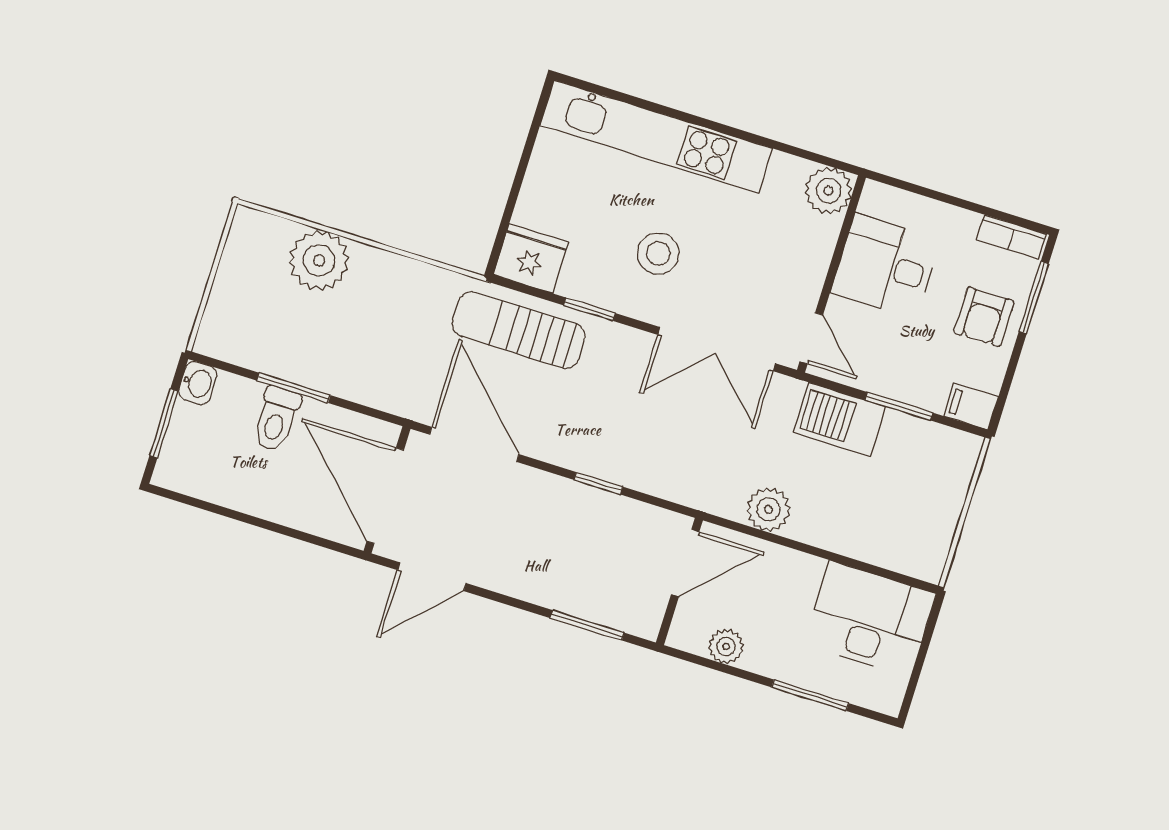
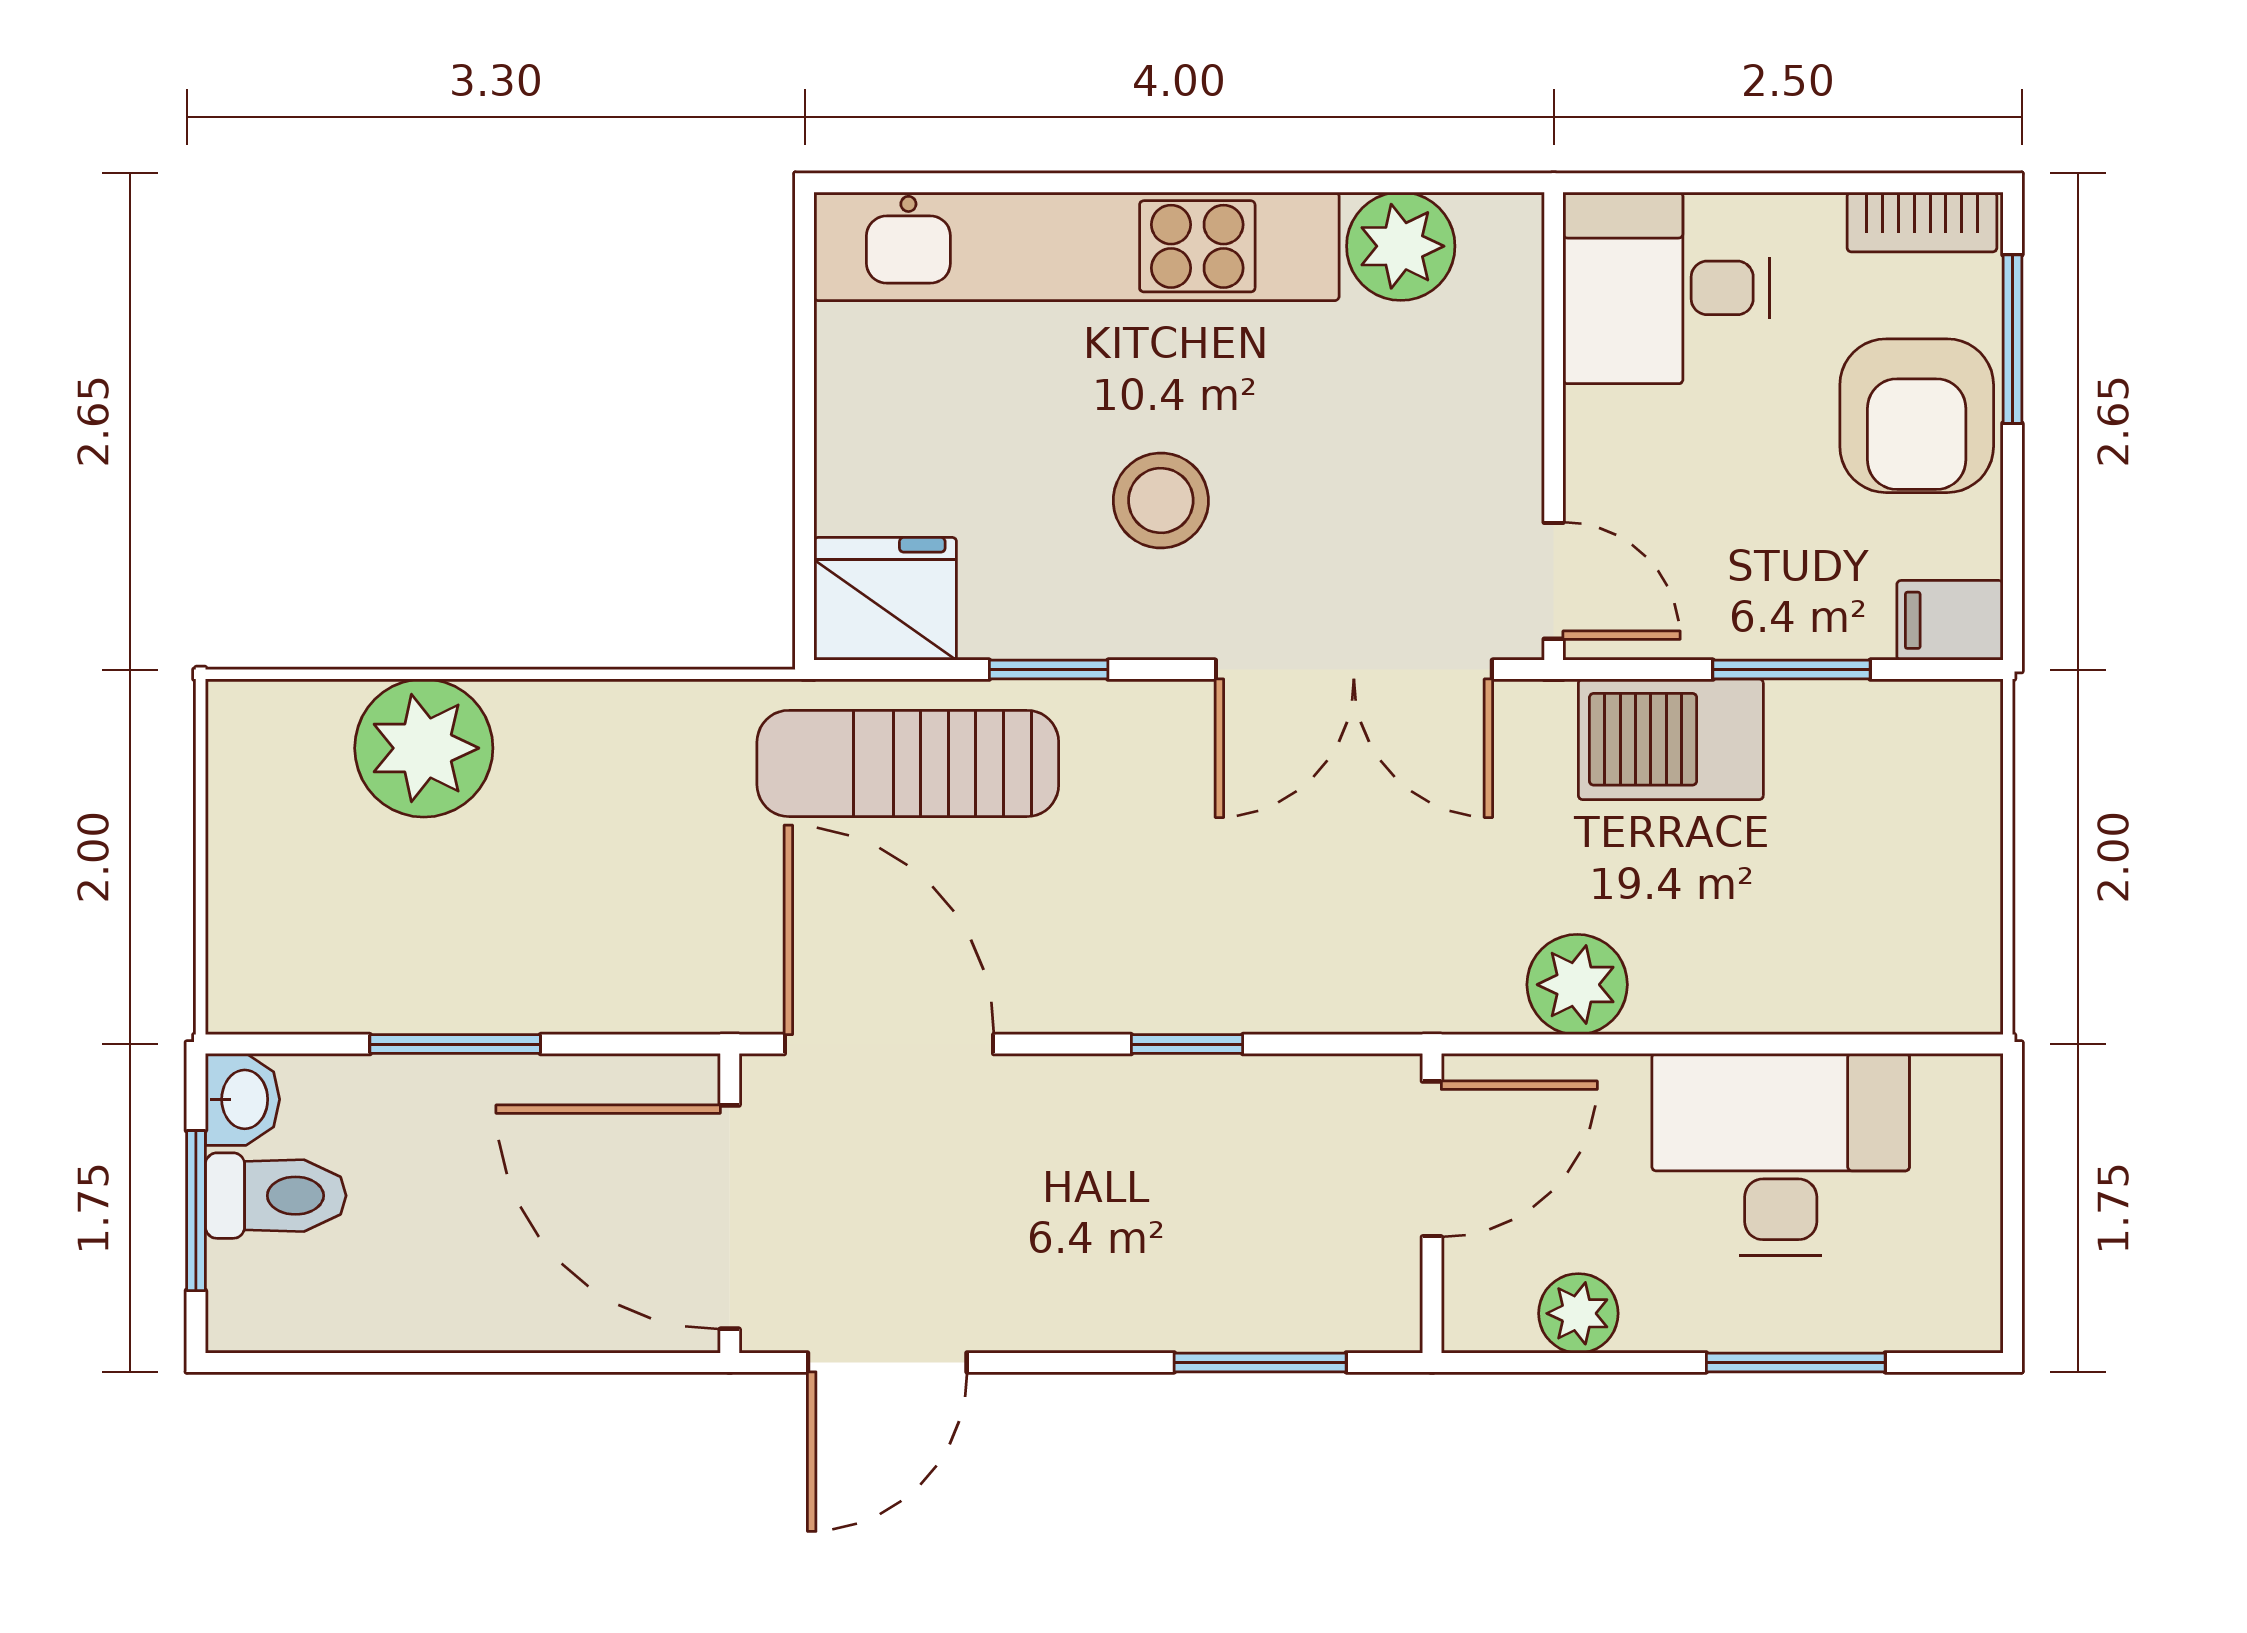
plant: (828, 191) -> (1401, 246), moved
desk: (885, 266) -> (1666, 288), moved
armchair: (984, 317) -> (1917, 416), width x1.38, depth x1.38
toilet: (276, 419) -> (276, 1196), moved, turned -90
desk: (870, 619) -> (1781, 1155), moved

